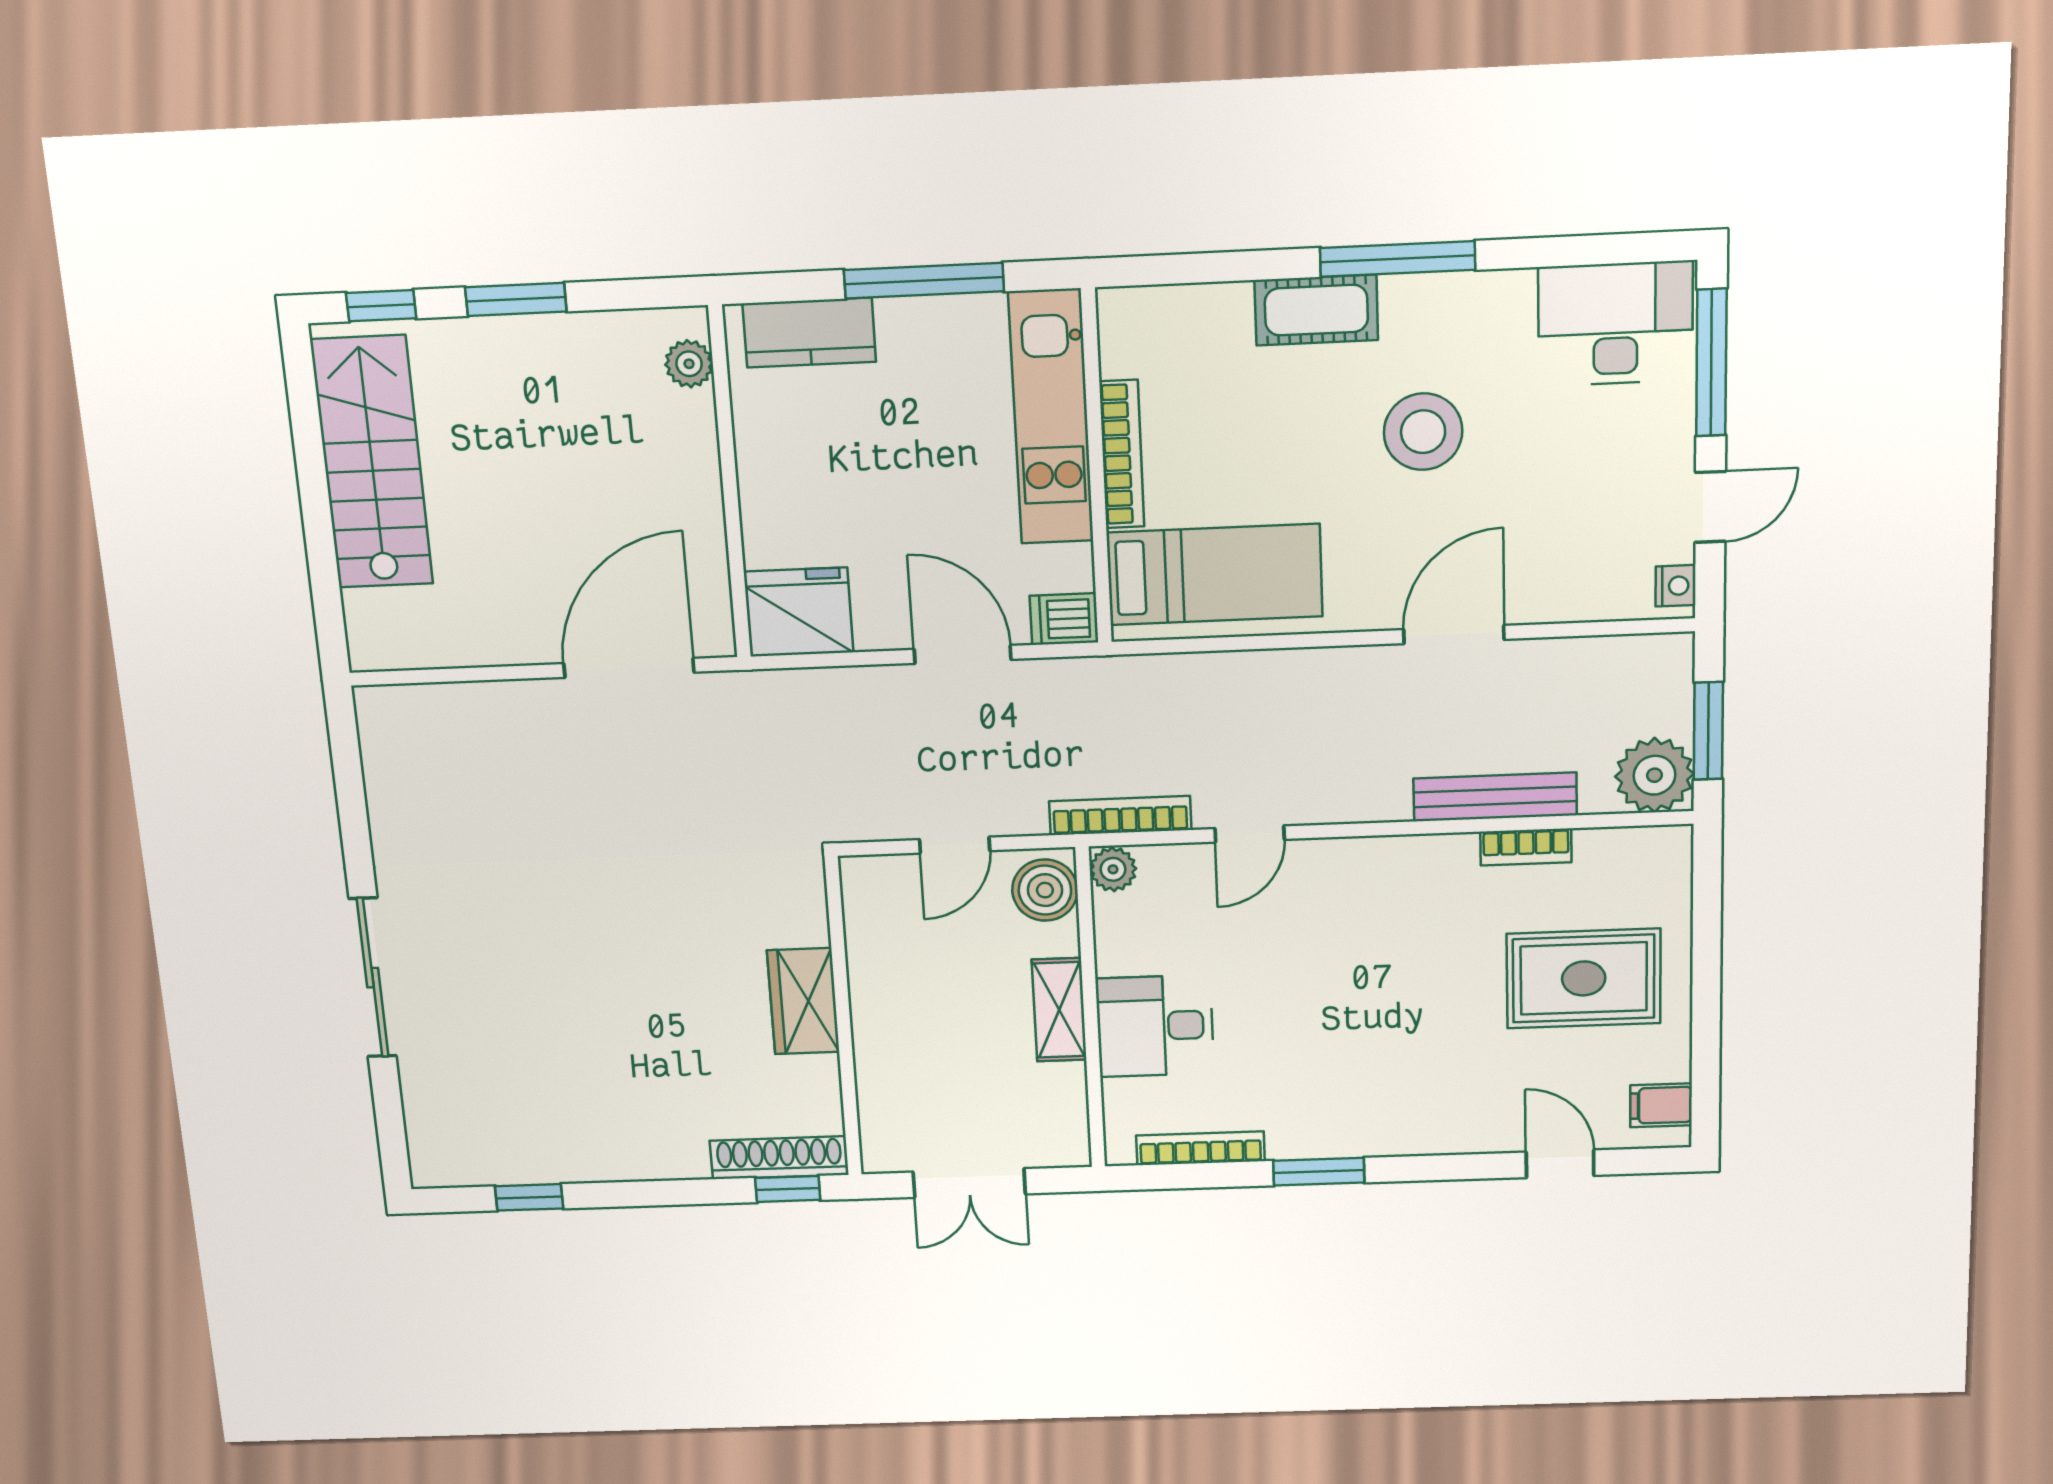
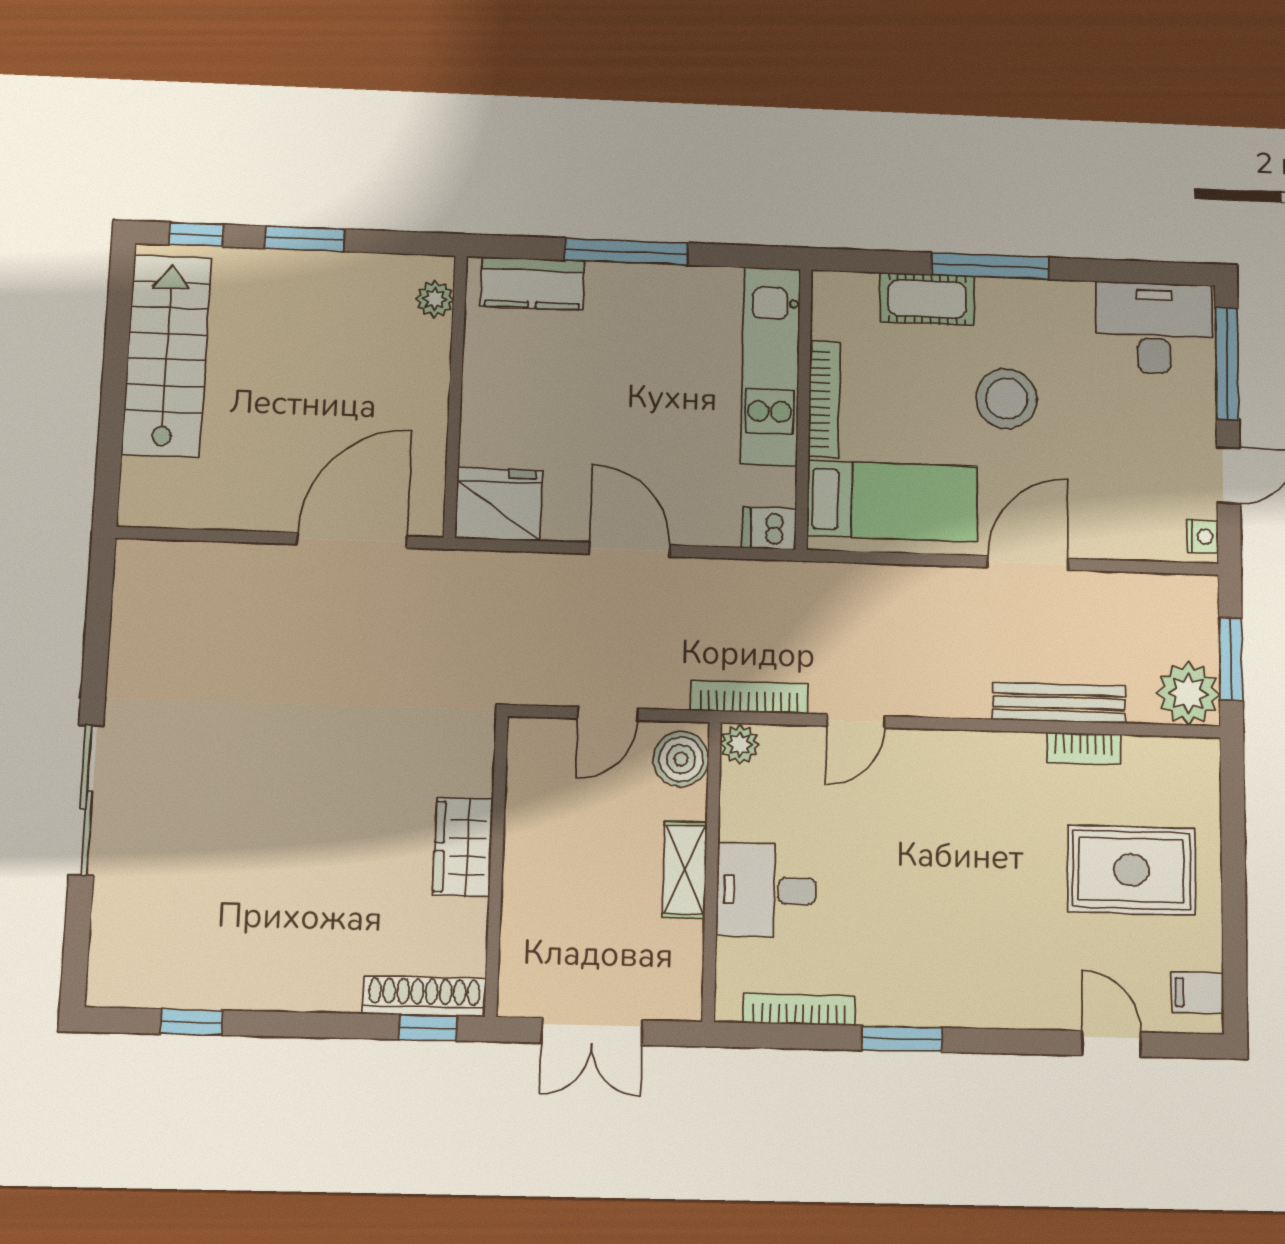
kitchen unit: (1051, 417) -> (771, 366), moved
bookcase: (1122, 454) -> (824, 399), moved
wall: (1096, 468) -> (804, 408), moved
bed: (1215, 575) -> (892, 501), moved
dishwasher: (1064, 619) -> (769, 528), moved

